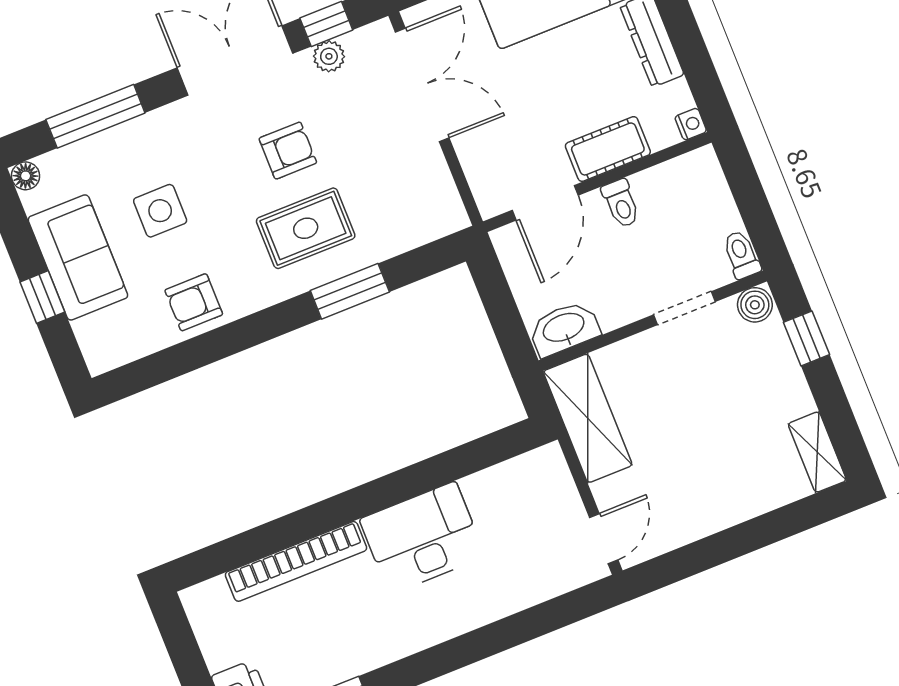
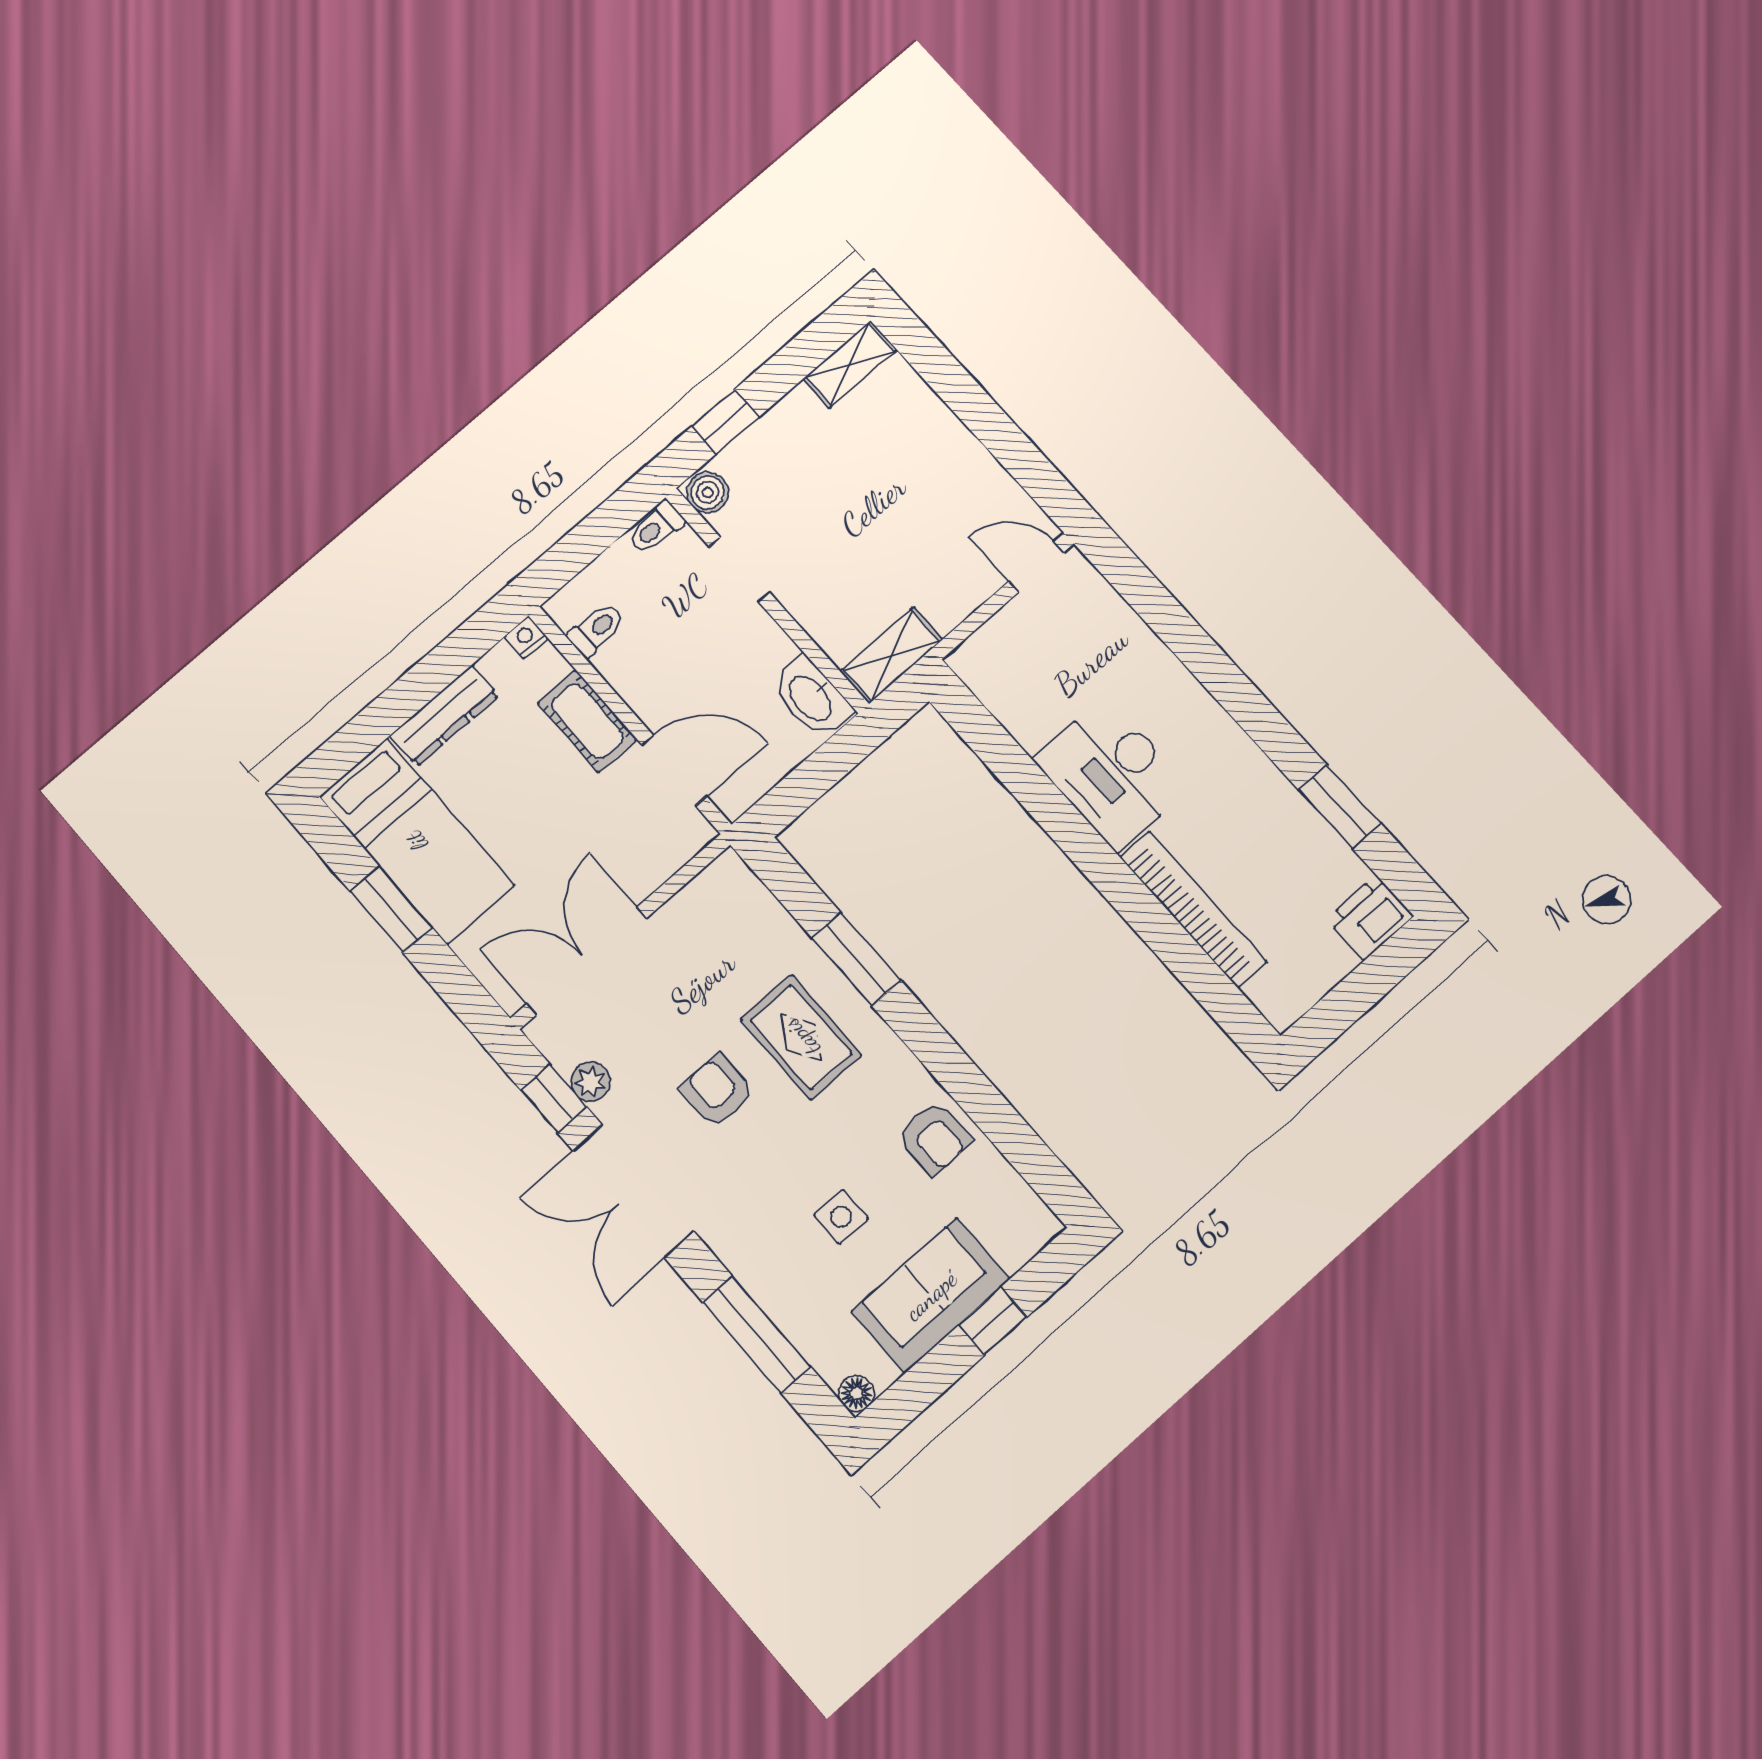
toilet: (621, 203) -> (596, 629), moved
side table: (160, 211) -> (841, 1217), width x0.73, depth x0.73
shelving: (588, 418) -> (891, 656), width x0.67, depth x0.75

